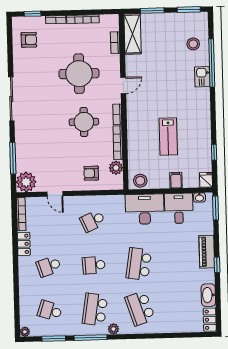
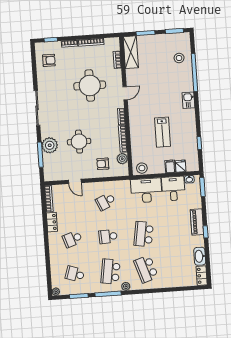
kitchen sink: (202, 77) -> (188, 100), moved
round table: (84, 122) -> (79, 142), moved
fridge: (206, 180) -> (181, 166), moved
plant: (26, 182) -> (50, 145), moved

